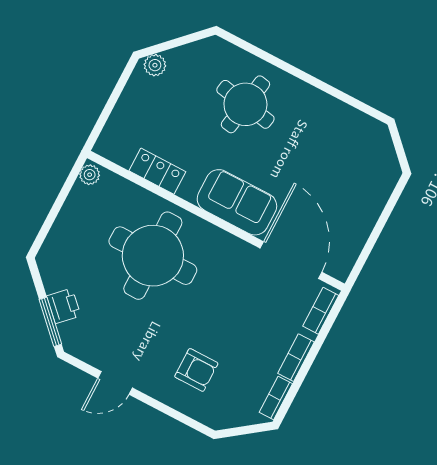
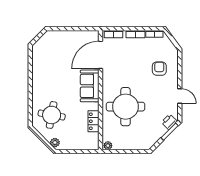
round table: (245, 104) -> (52, 115), moved
printer: (64, 306) -> (169, 122), moved

